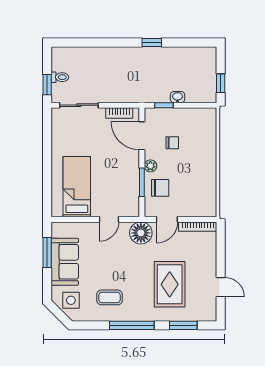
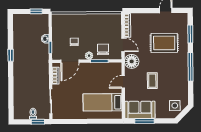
door: (109, 219) -> (123, 82), swing flipped
sofa: (65, 262) -> (140, 110), moved
coffee table: (110, 297) -> (152, 81), moved

